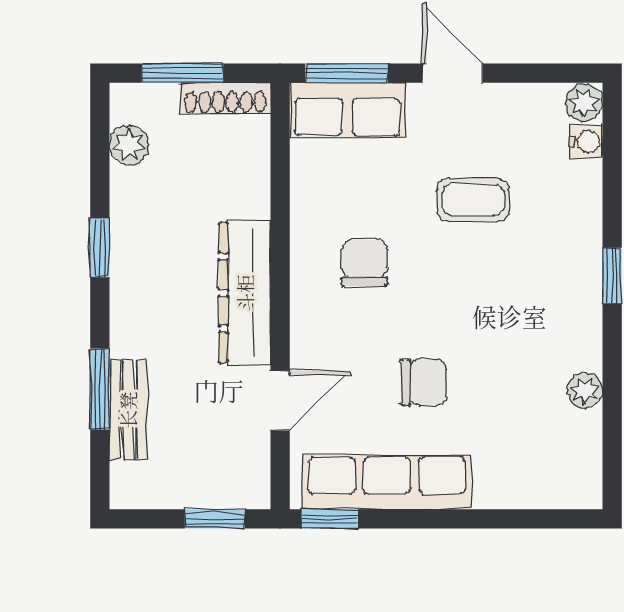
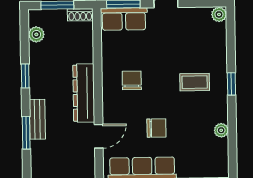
shoe rack: (225, 98) -> (80, 15), width x0.70
water cooler: (586, 142) -> (220, 30), removed
coffee table: (473, 200) -> (195, 82), moved
bench: (128, 410) -> (37, 119), moved

